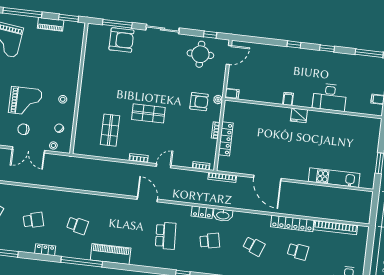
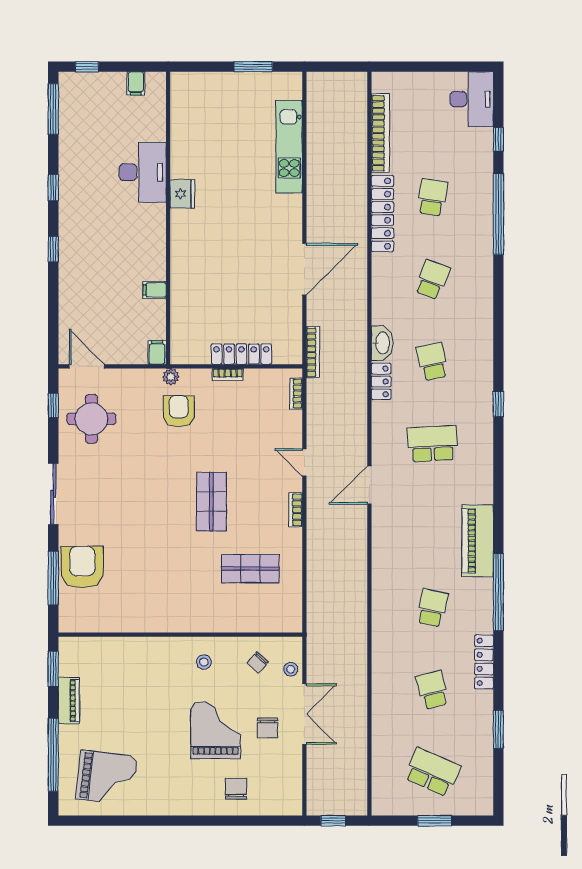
filing cabinet: (288, 99) -> (155, 290), moved
fridge: (299, 115) -> (182, 194), moved
locker: (45, 250) -> (484, 662), width x1.53

